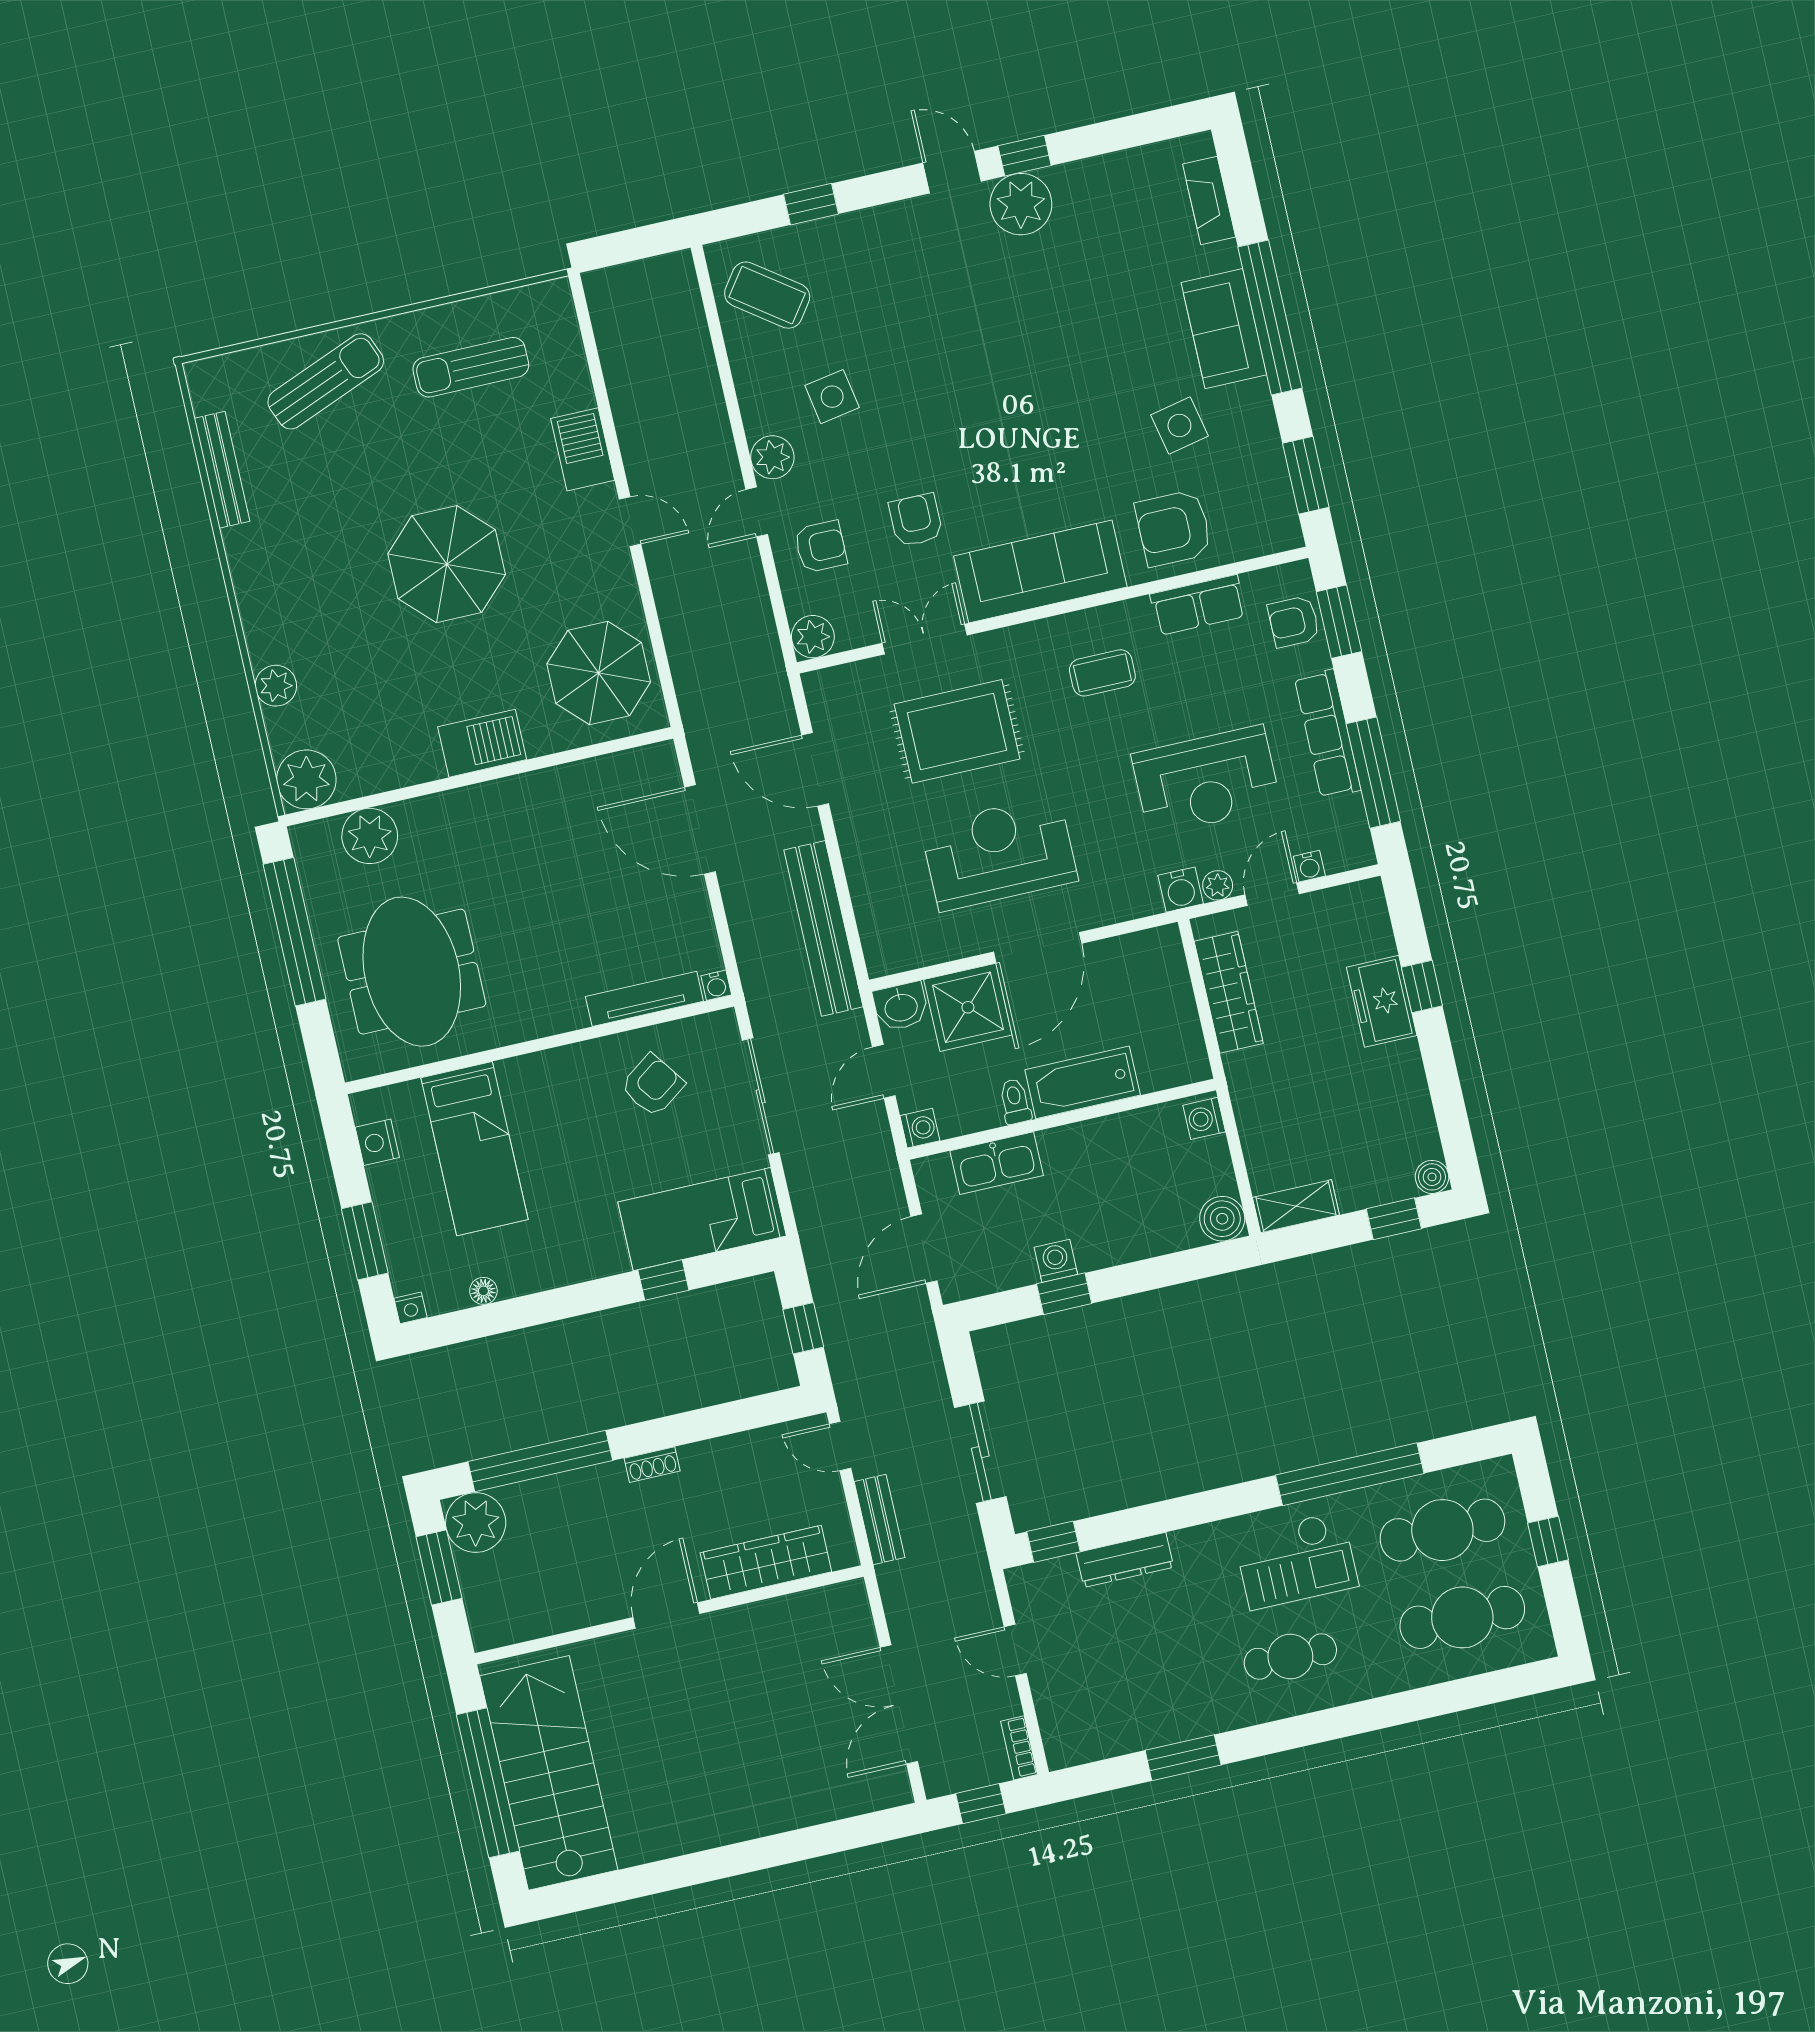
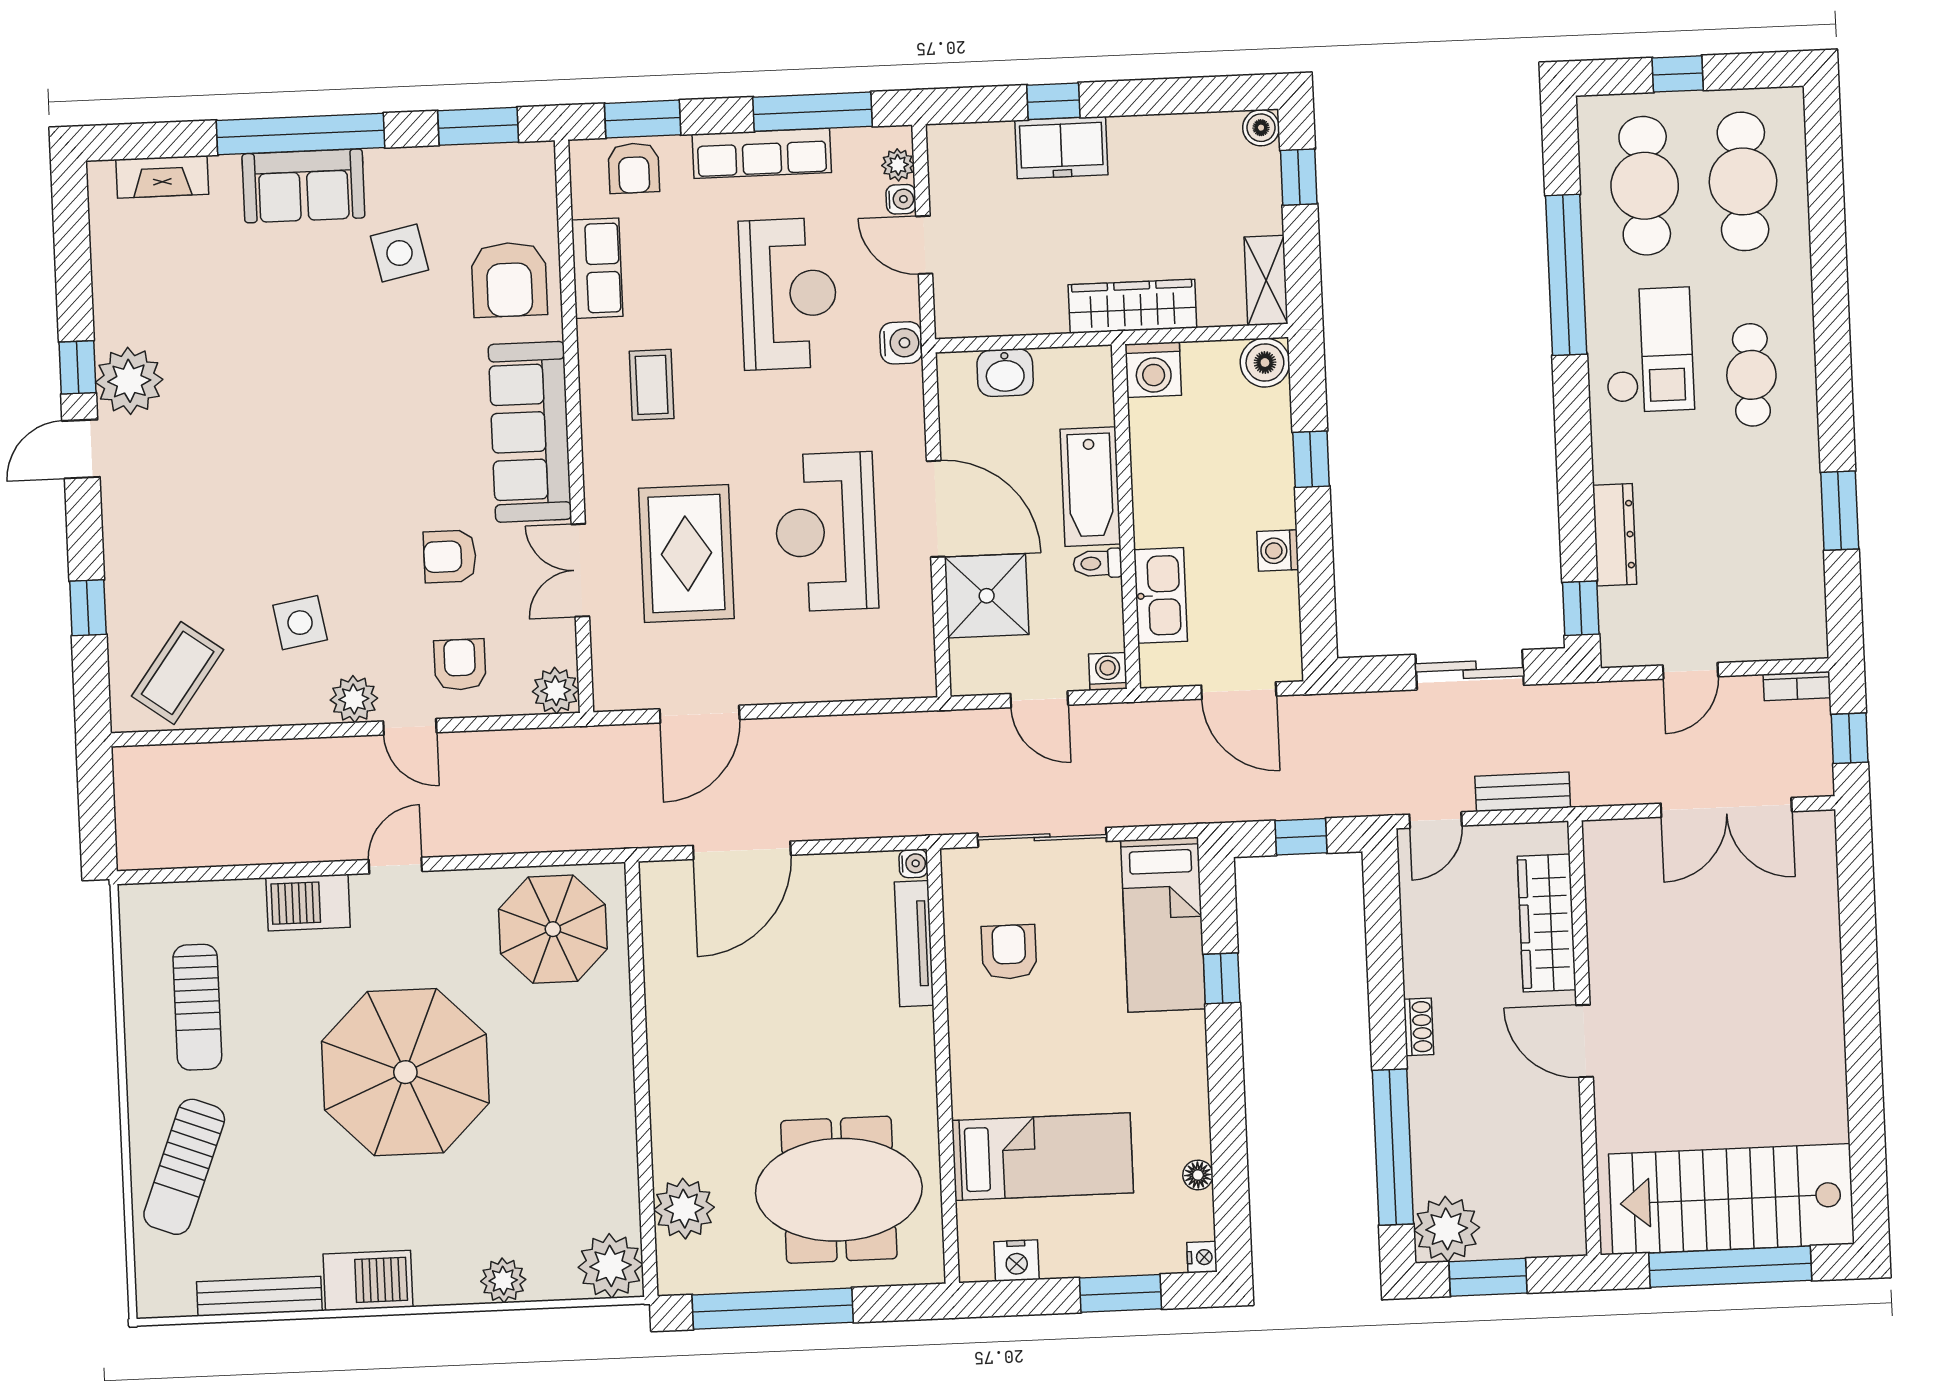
sun lounger: (326, 381) -> (184, 1167), turned -137
parasol: (447, 564) -> (405, 1072), width x1.36, depth x1.36
barbecue: (482, 743) -> (368, 1280), moved, turned 90
plant: (1218, 885) -> (898, 165), moved
bench: (823, 928) -> (873, 736), removed
wardrobe: (1229, 992) -> (1132, 306), moved
washbasin: (901, 1006) -> (1005, 373), moved, turned 90
armchair: (653, 1085) -> (1009, 952), turned 36
washing machine: (1204, 1118) -> (1153, 370), width x1.38, depth x1.38
window: (1064, 1294) -> (1311, 459), moved

